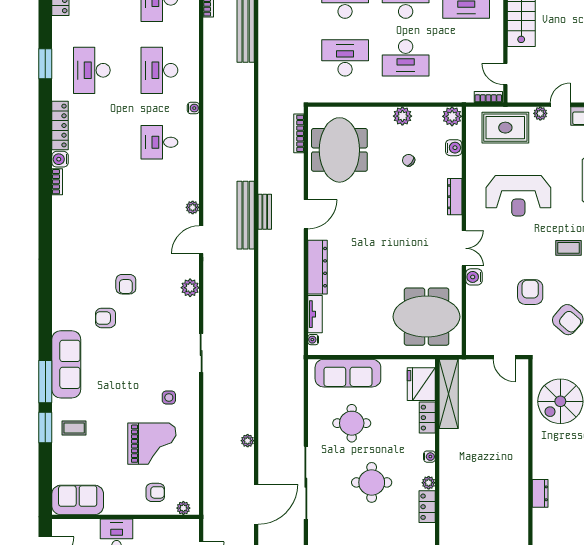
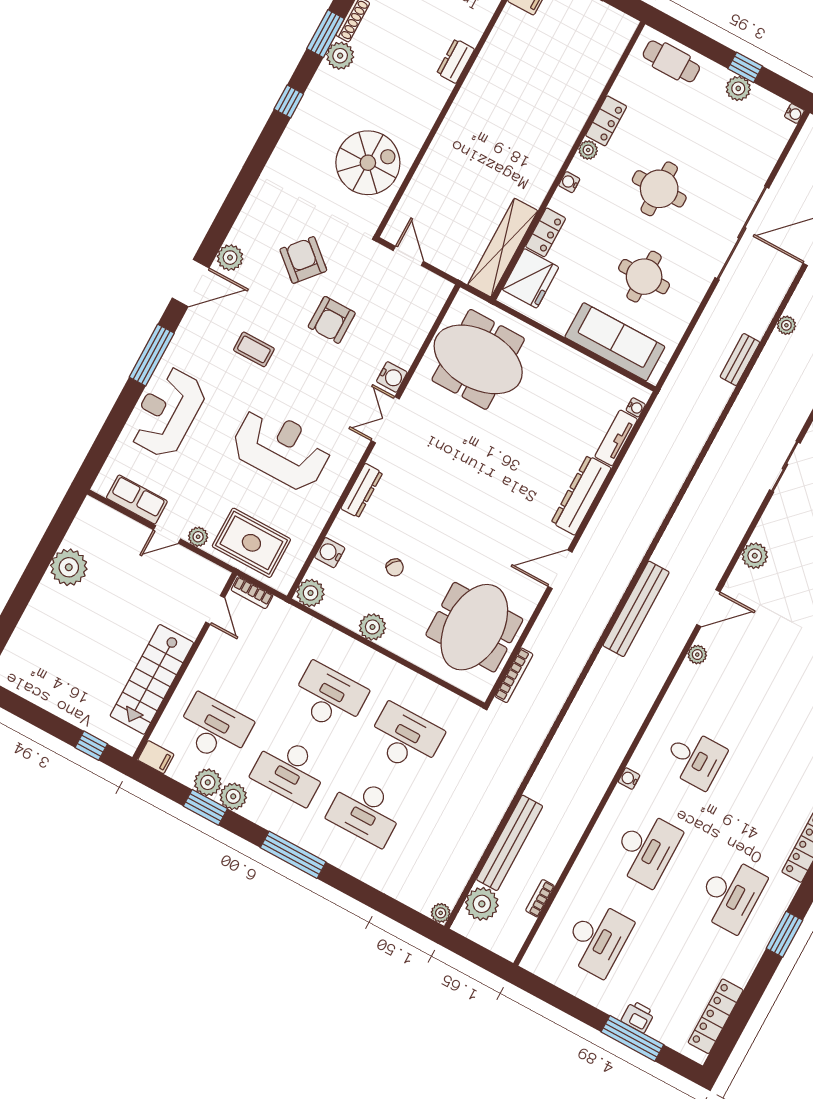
desk: (345, 58) -> (405, 739), turned 180
bench: (265, 212) -> (740, 360), moved

